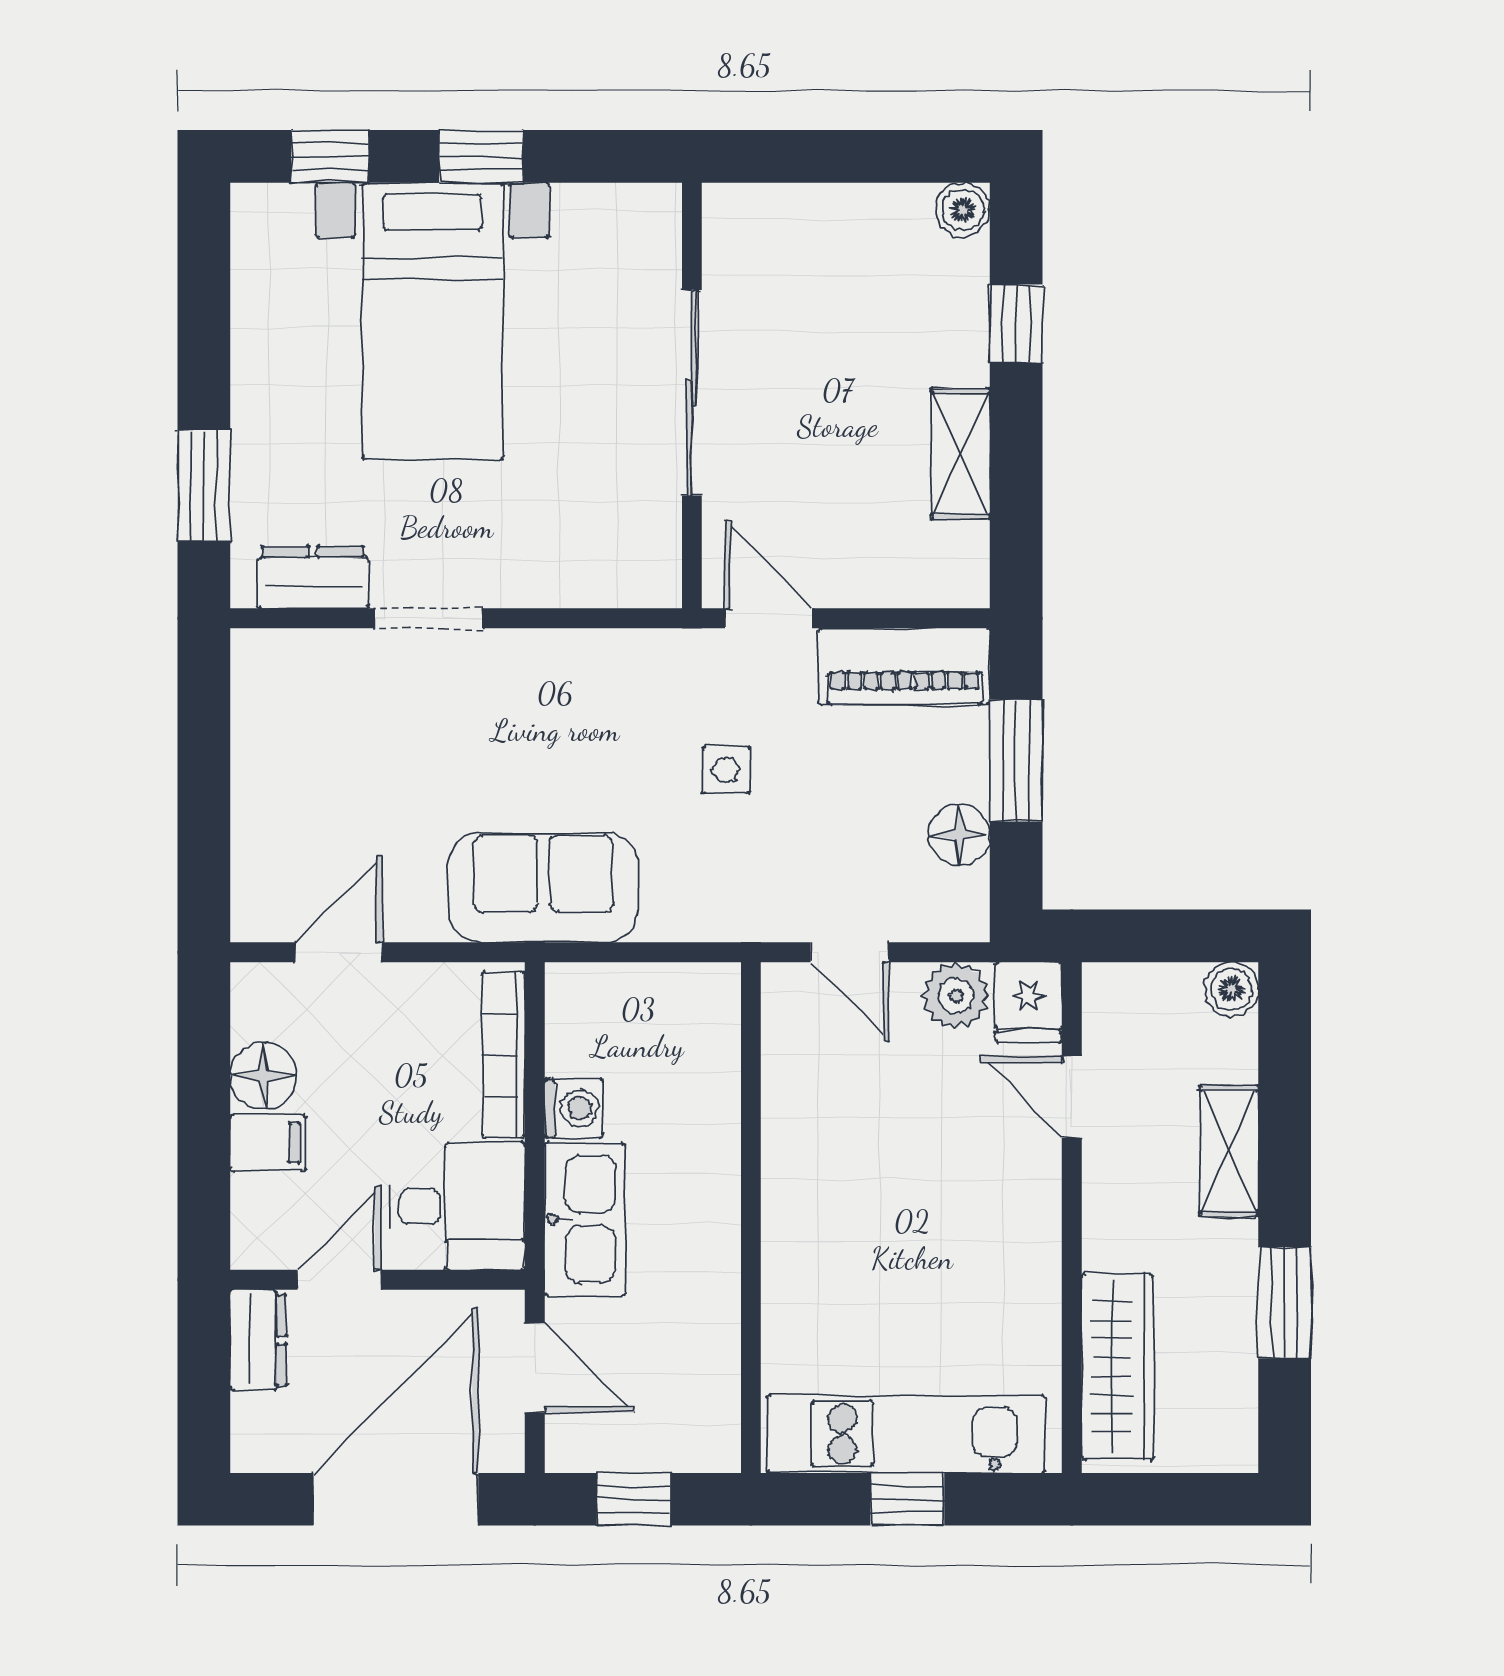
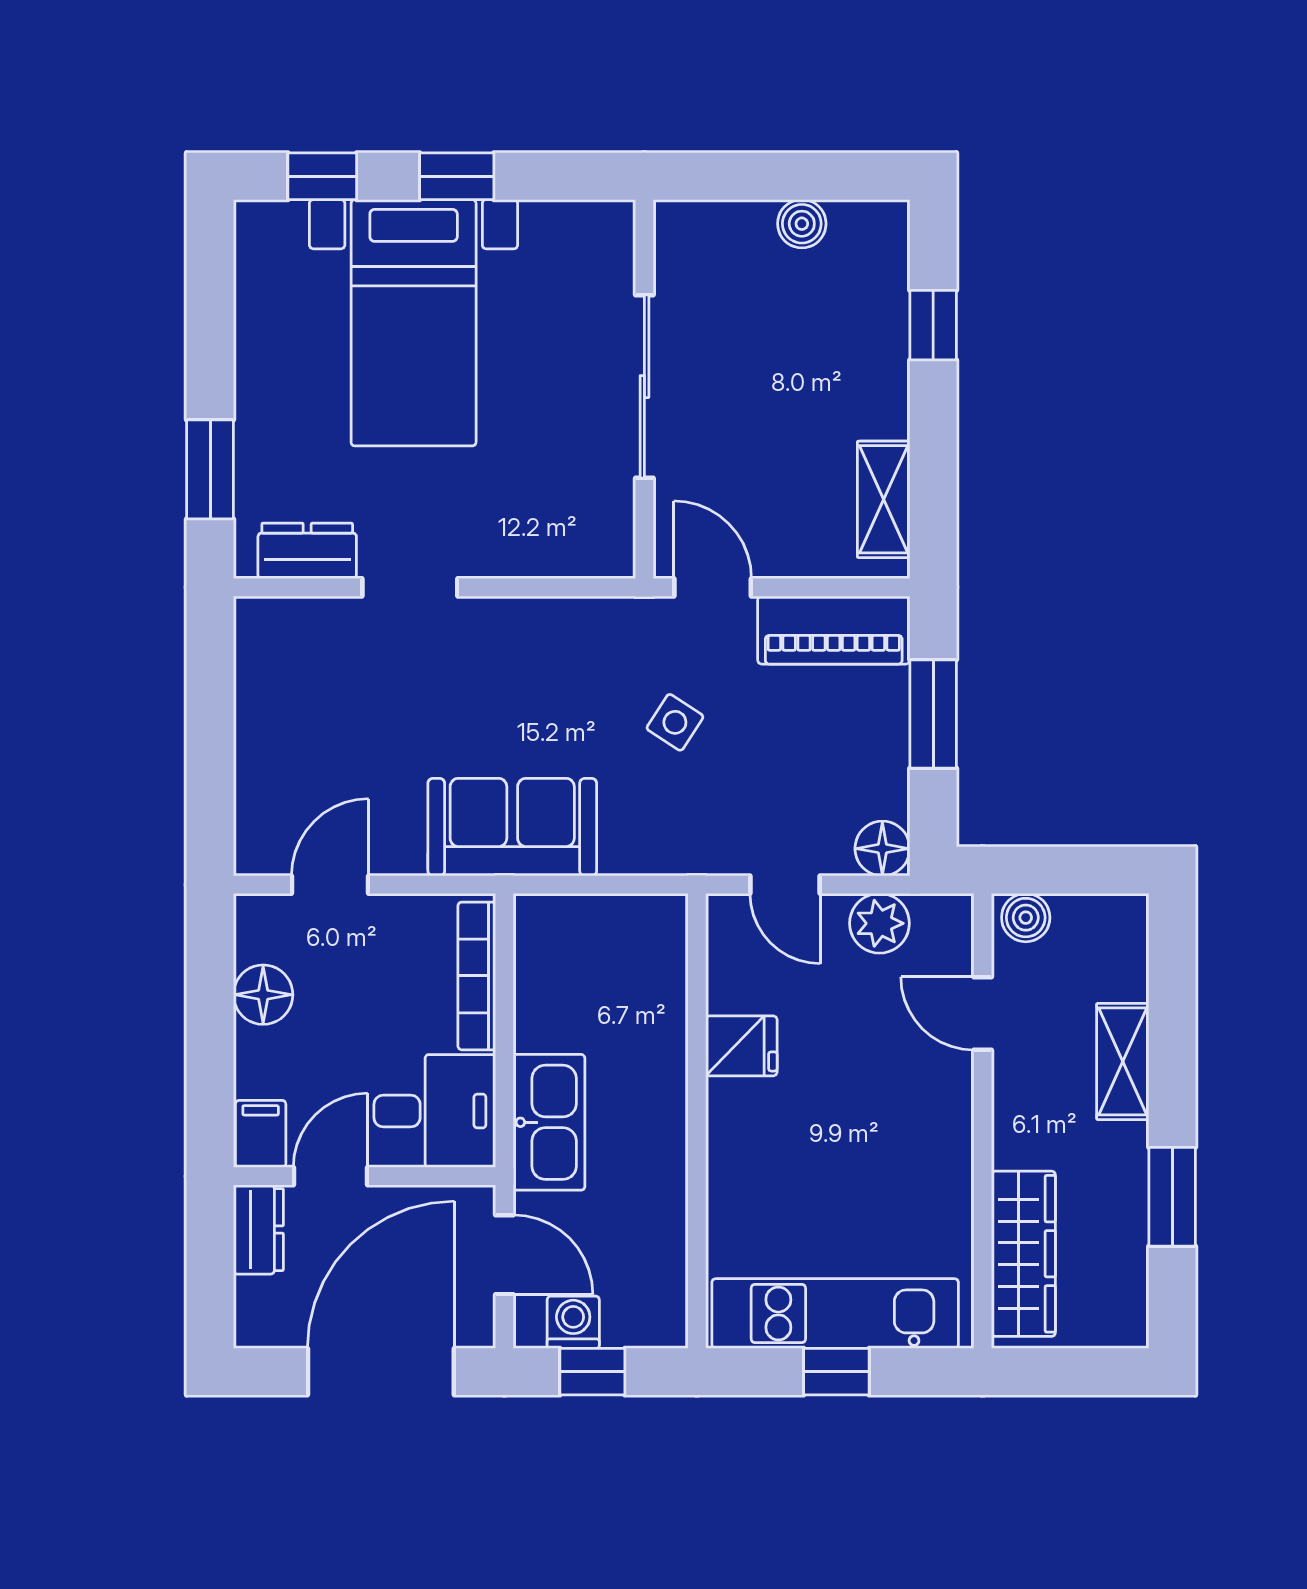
boiler: (963, 210) -> (802, 224), moved
shelving: (960, 454) -> (884, 499), moved
side table: (726, 770) -> (675, 722), turned 33
floor lamp: (959, 835) -> (882, 849), moved
boiler: (1231, 989) -> (1026, 918), moved
fridge: (1028, 1002) -> (741, 1046), moved, turned -90
washing machine: (574, 1108) -> (573, 1322), moved, turned -90
filing cabinet: (268, 1143) -> (261, 1134), moved, turned -90

